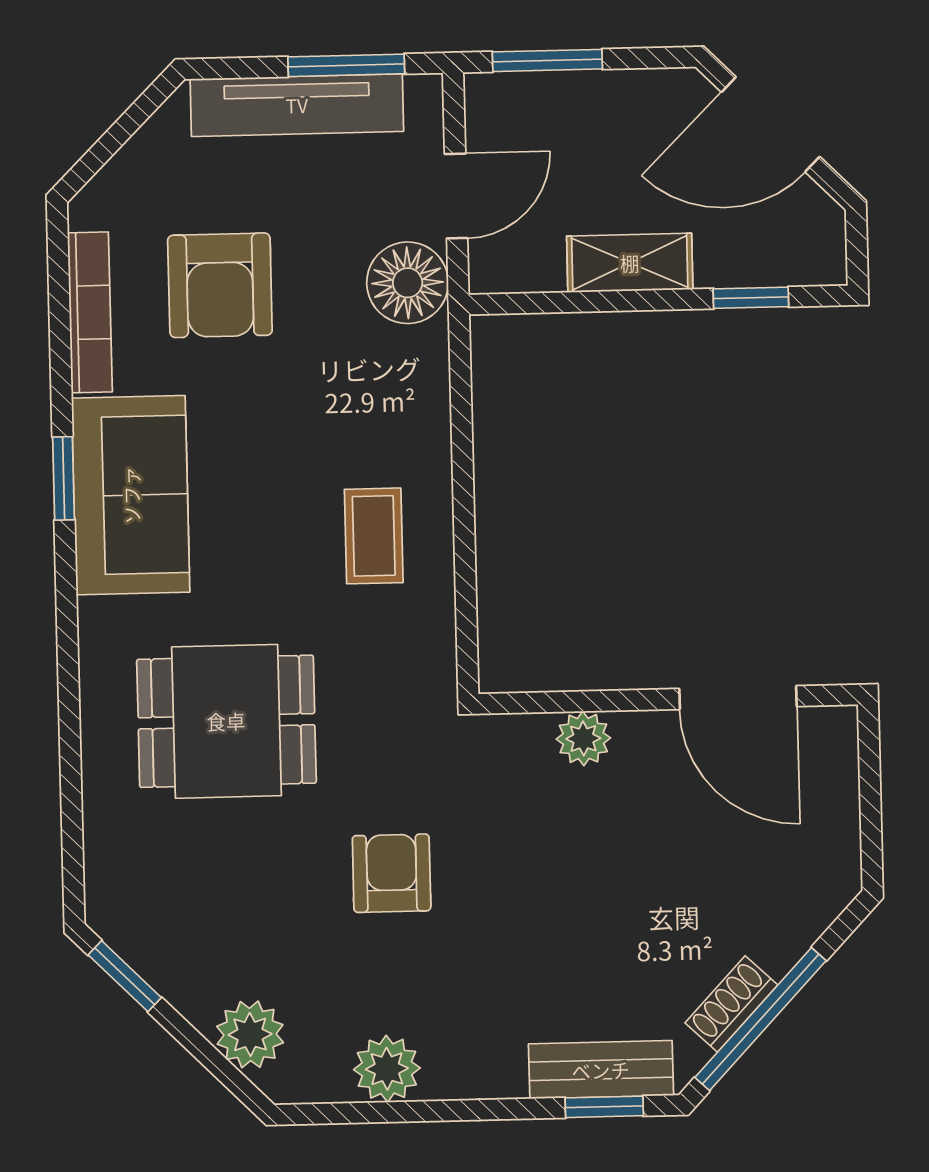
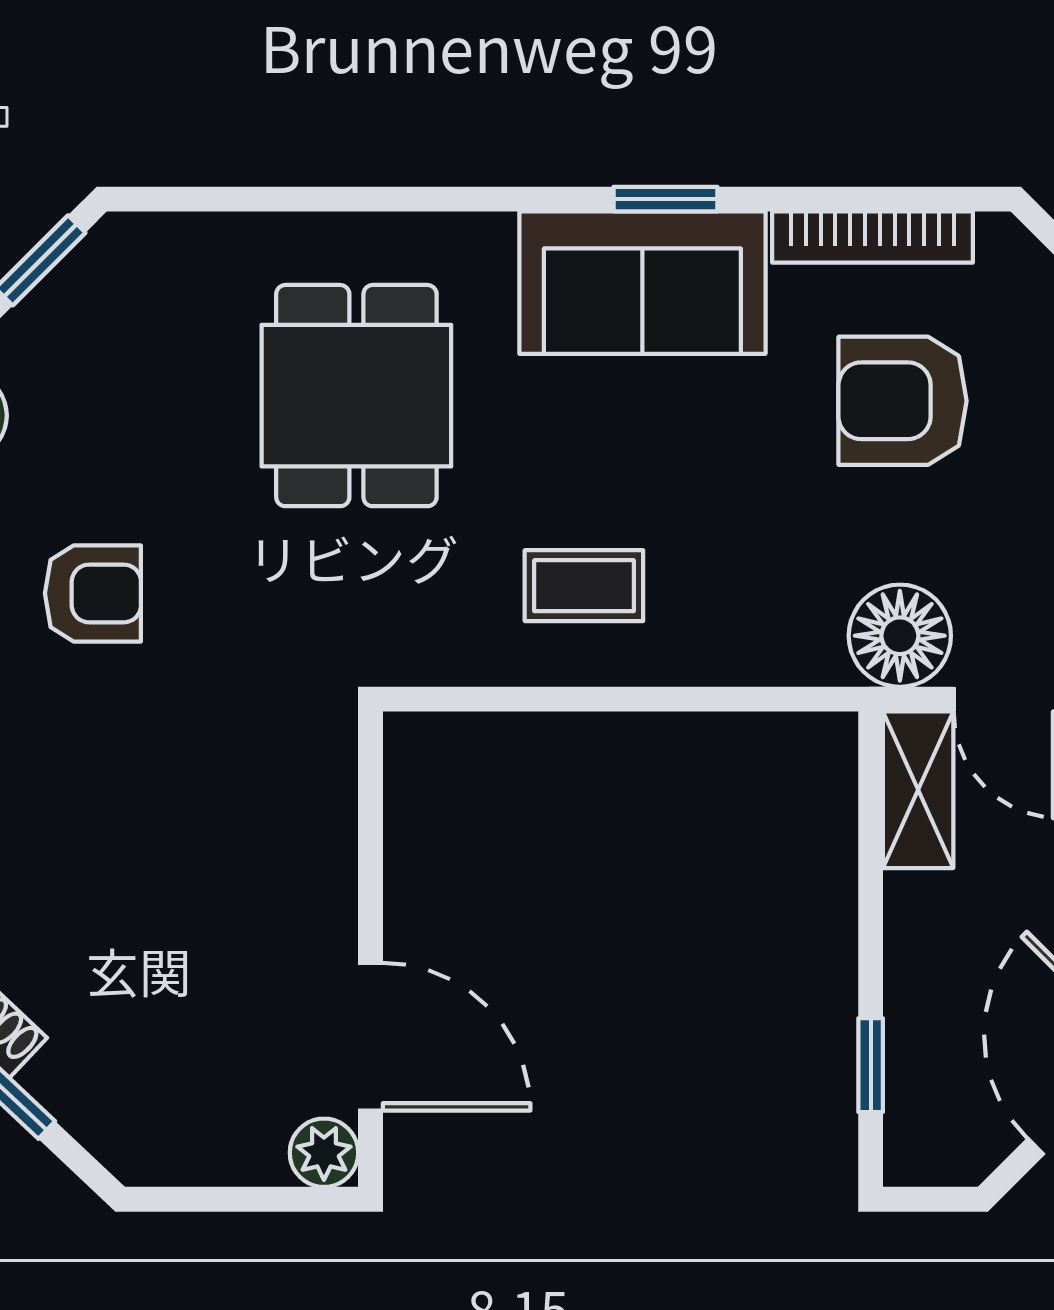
shelving: (630, 263) -> (918, 790), moved
door: (738, 698) -> (370, 1037), swing flipped
plant: (583, 738) -> (324, 1153), moved
armchair: (392, 873) -> (93, 593), moved

